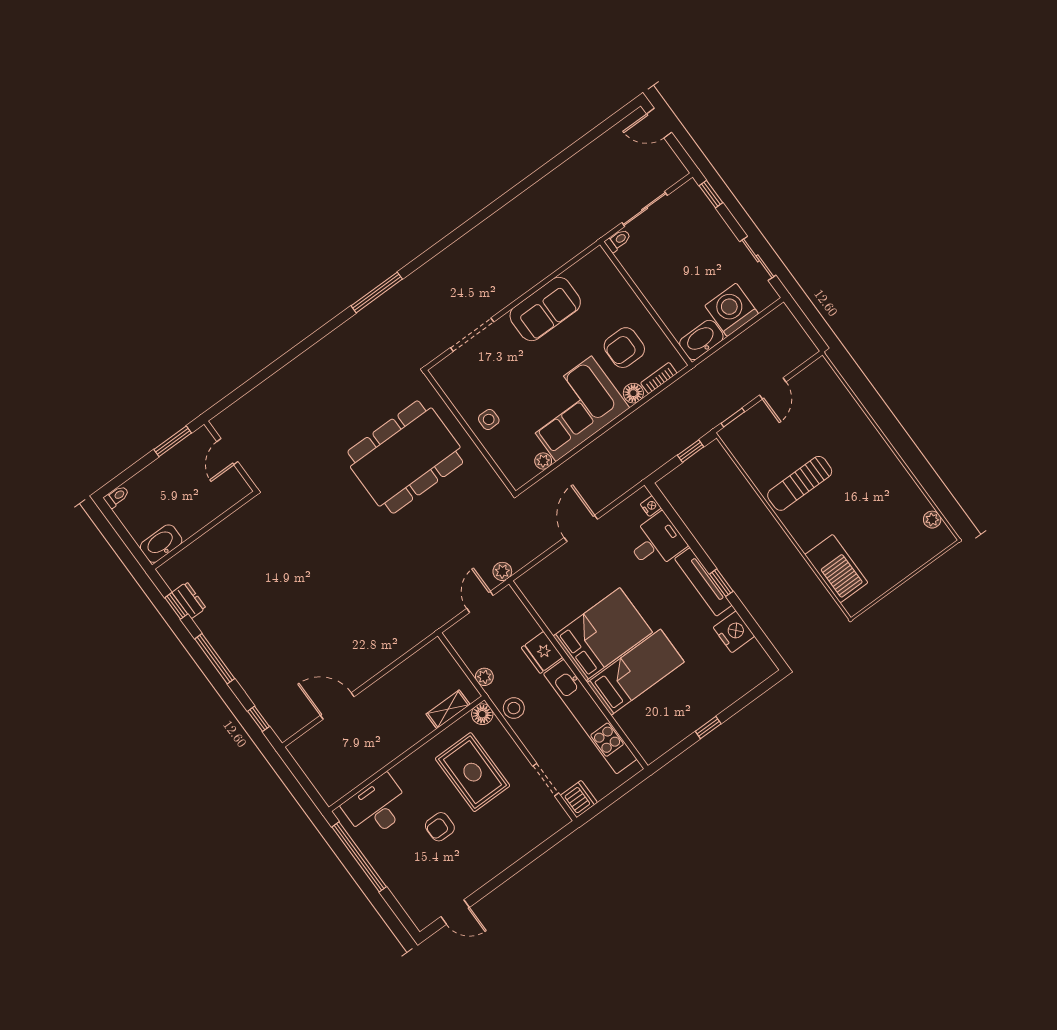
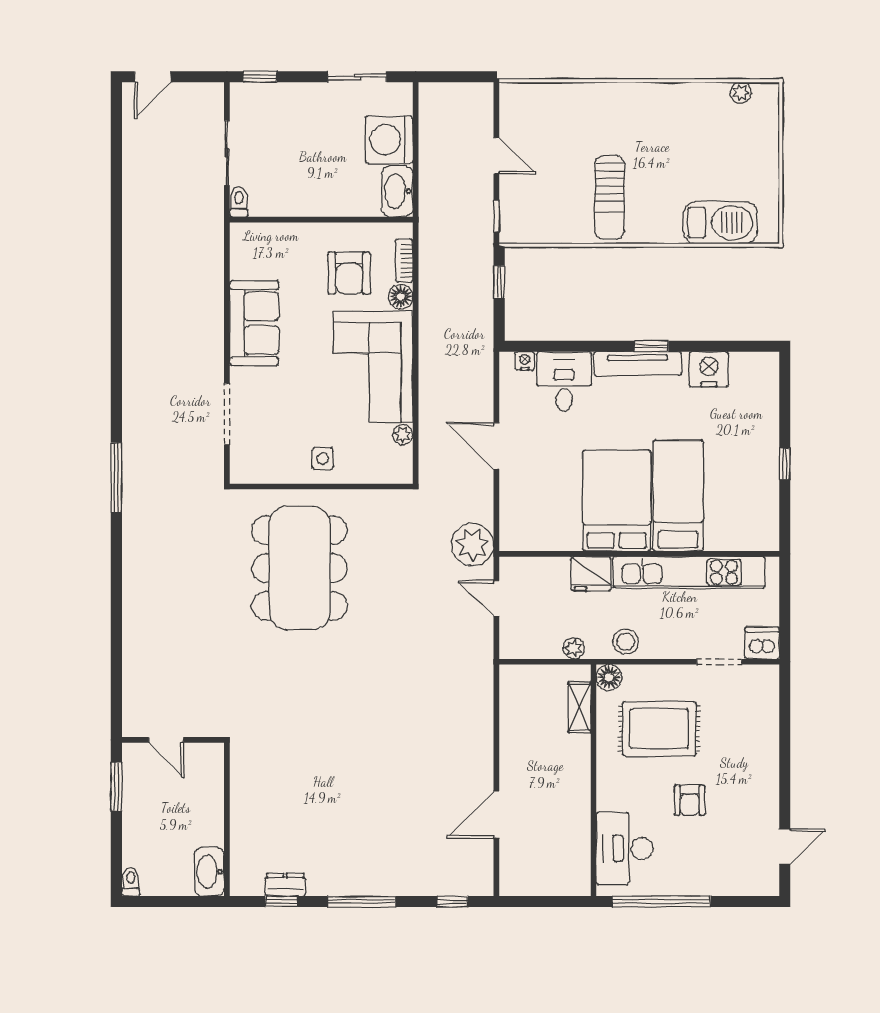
plant: (502, 571) -> (473, 545), width x1.87, depth x1.87

